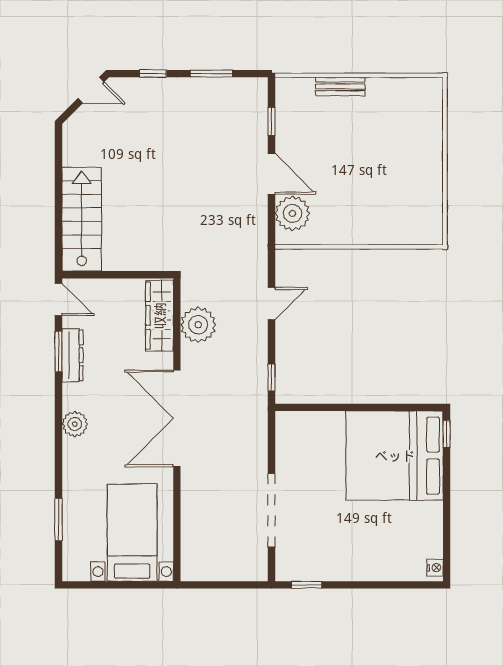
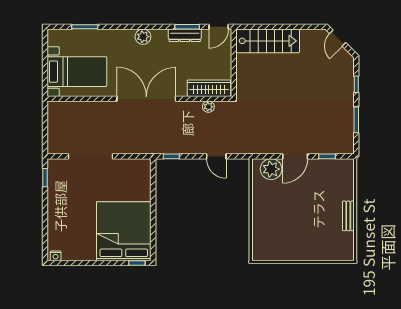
bench: (340, 86) -> (348, 216), moved
door: (91, 90) -> (338, 38), moved
plant: (198, 325) -> (208, 107), width x0.53, depth x0.53

